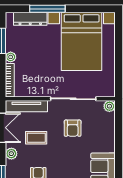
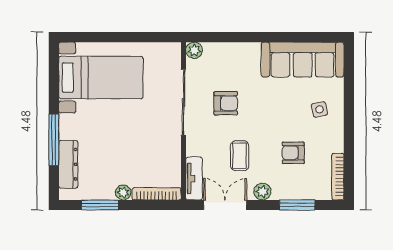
bed with nightstands: (82, 41) -> (101, 78), width x0.73
tv unit: (26, 106) -> (194, 179), width x0.71

